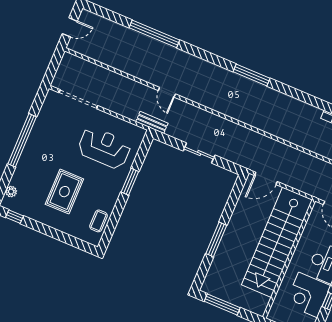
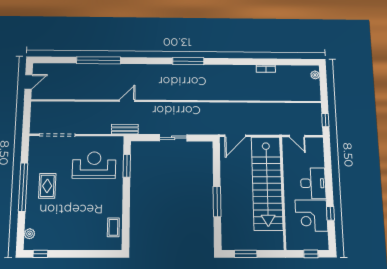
door: (167, 92) -> (127, 101), swing flipped
window: (130, 182) -> (127, 166), moved
rug: (64, 192) -> (47, 186), moved, width x0.73, depth x0.70
window: (222, 304) -> (246, 254), width x0.69

